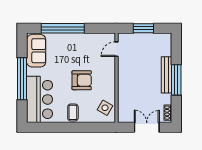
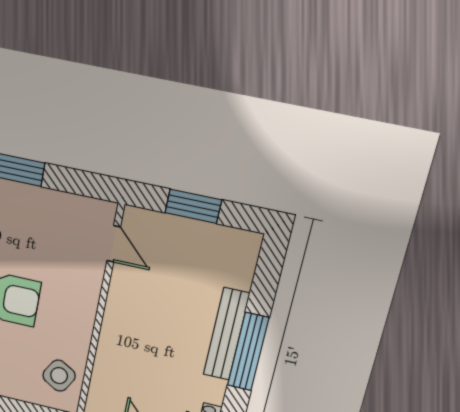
door: (116, 49) -> (114, 244), swing flipped

